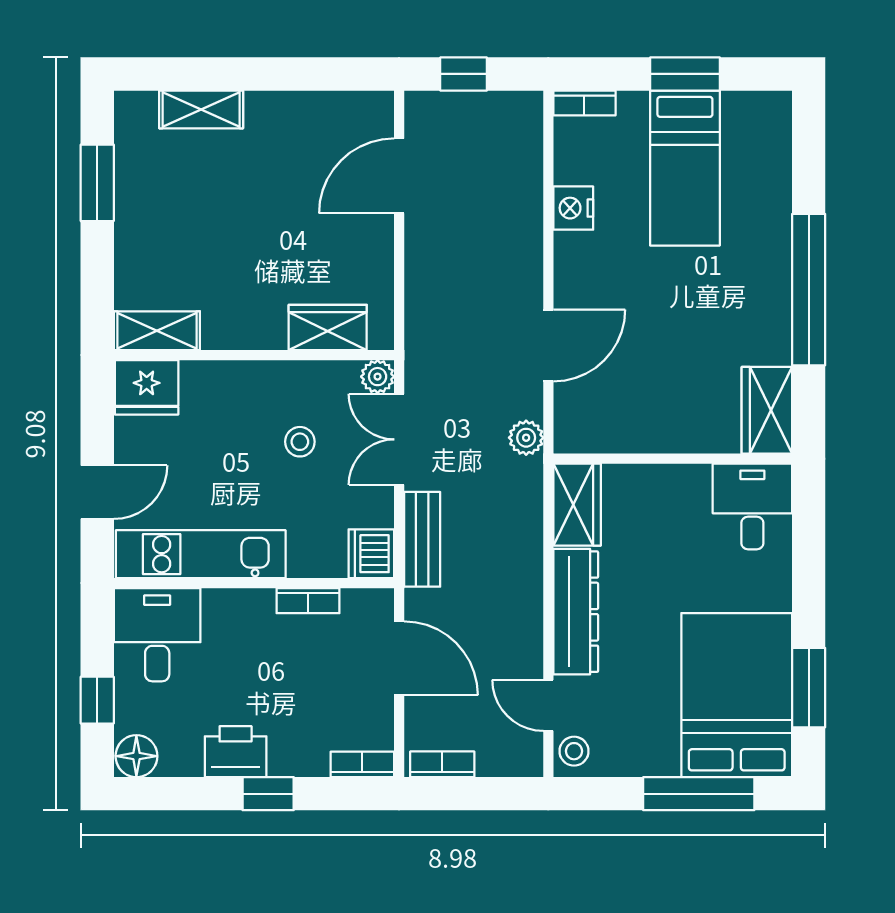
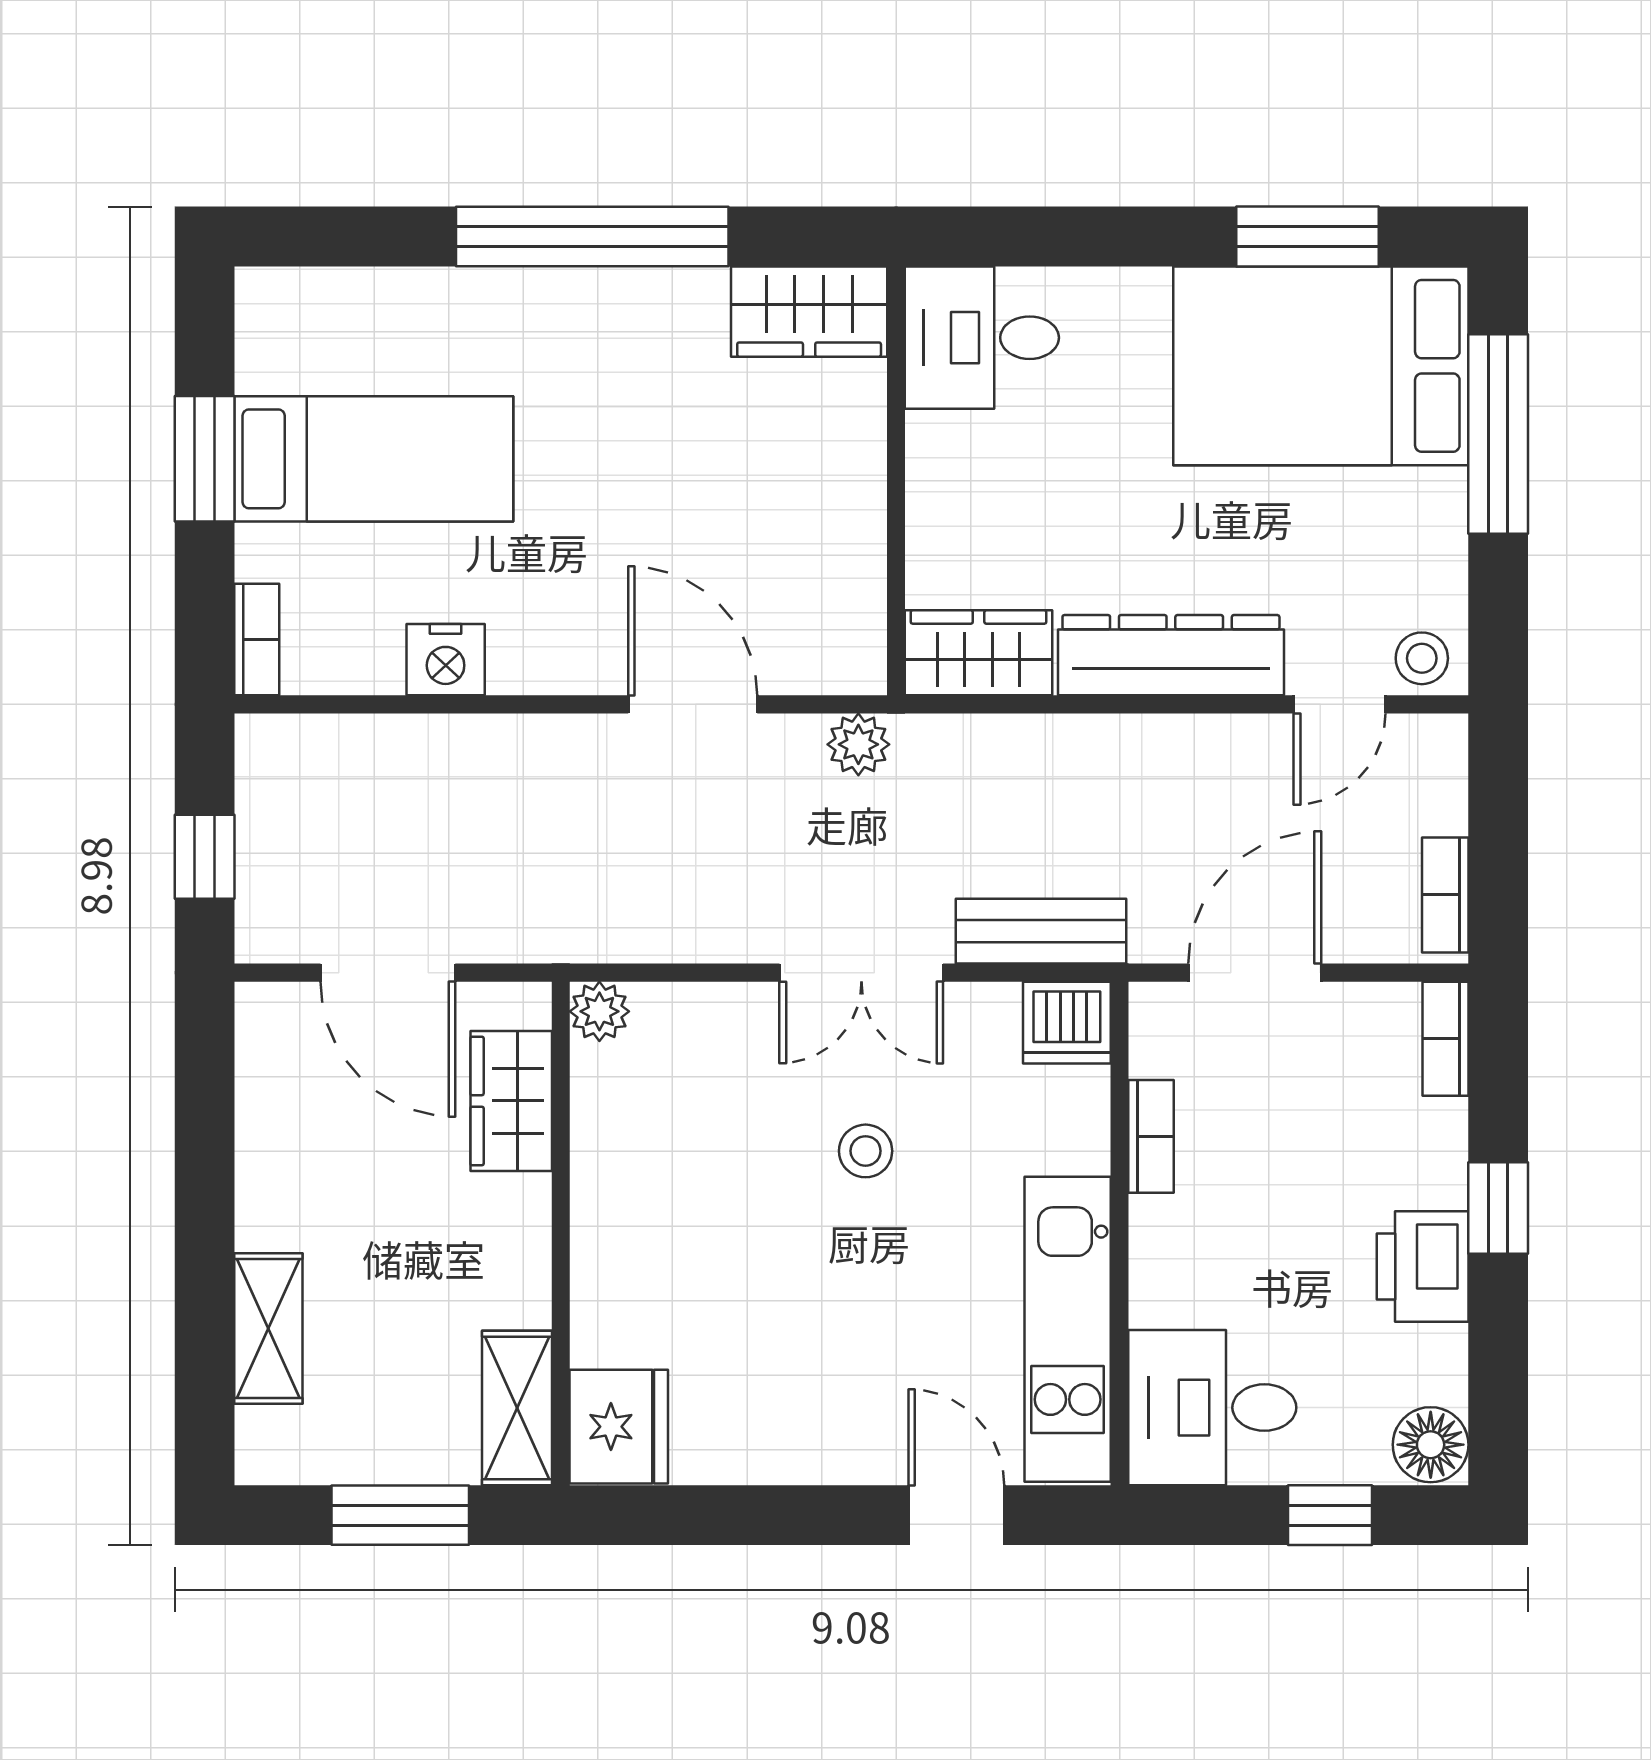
wardrobe: (328, 327) -> (511, 1101), moved
shelving: (157, 331) -> (517, 1408), moved
wall: (254, 355) -> (561, 1233), moved
plant: (378, 377) -> (599, 1011), moved
fridge: (147, 387) -> (619, 1427), moved

